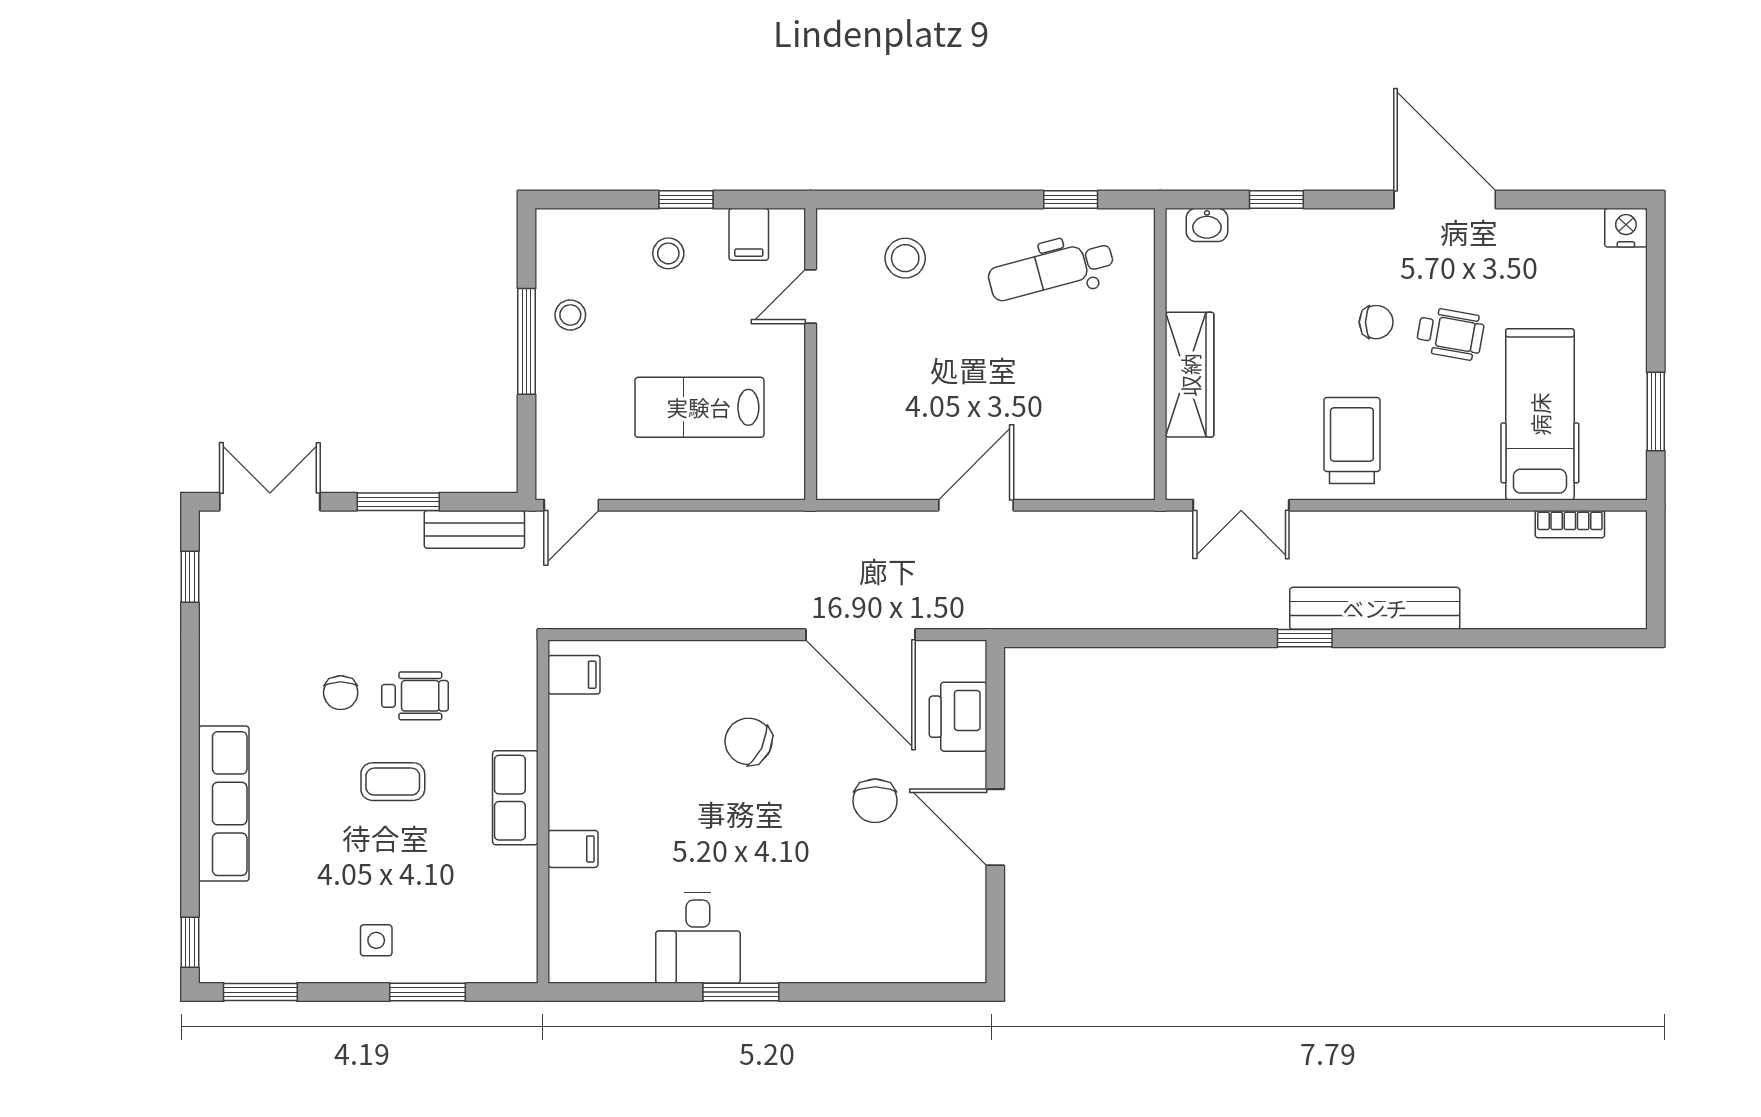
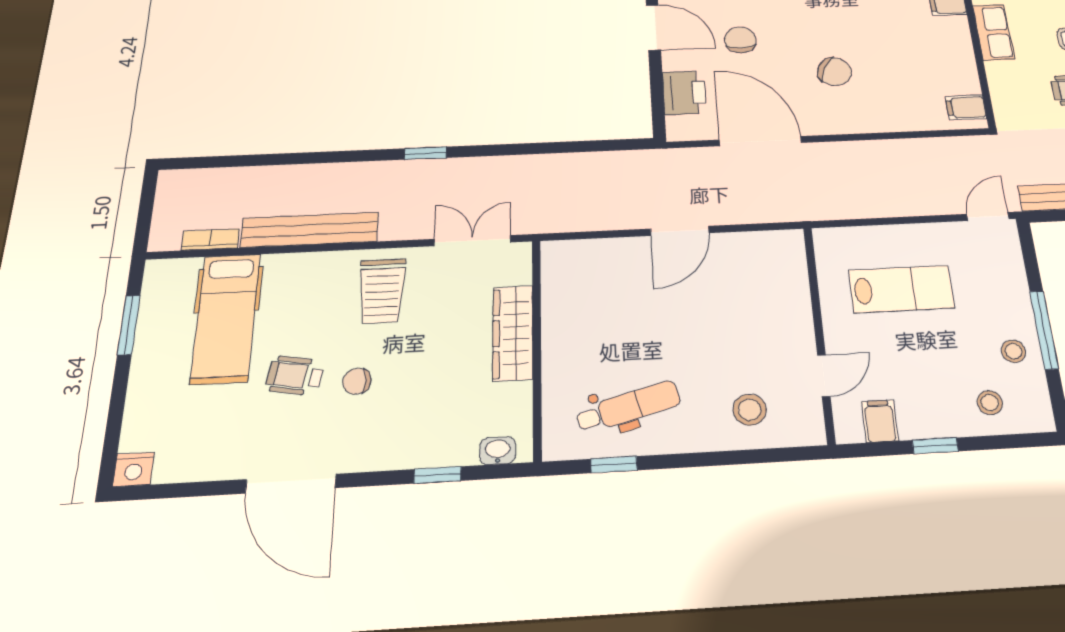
stool: (668, 253) -> (990, 403), moved
bench: (1375, 608) -> (310, 230), moved

